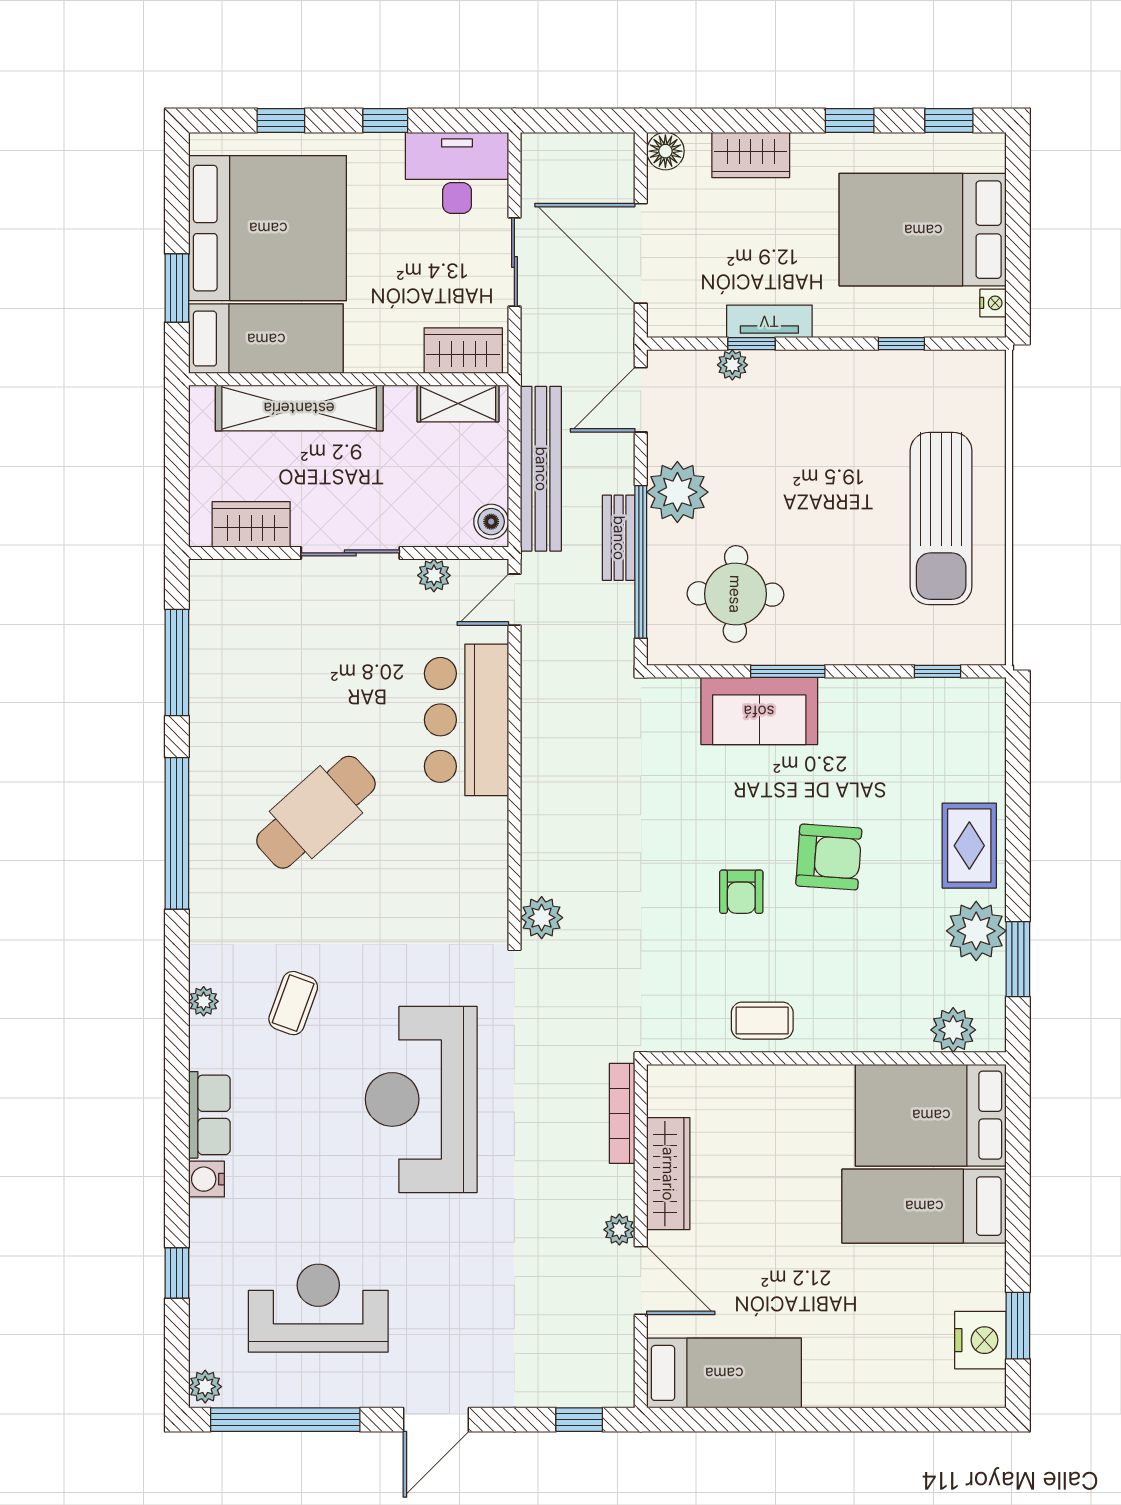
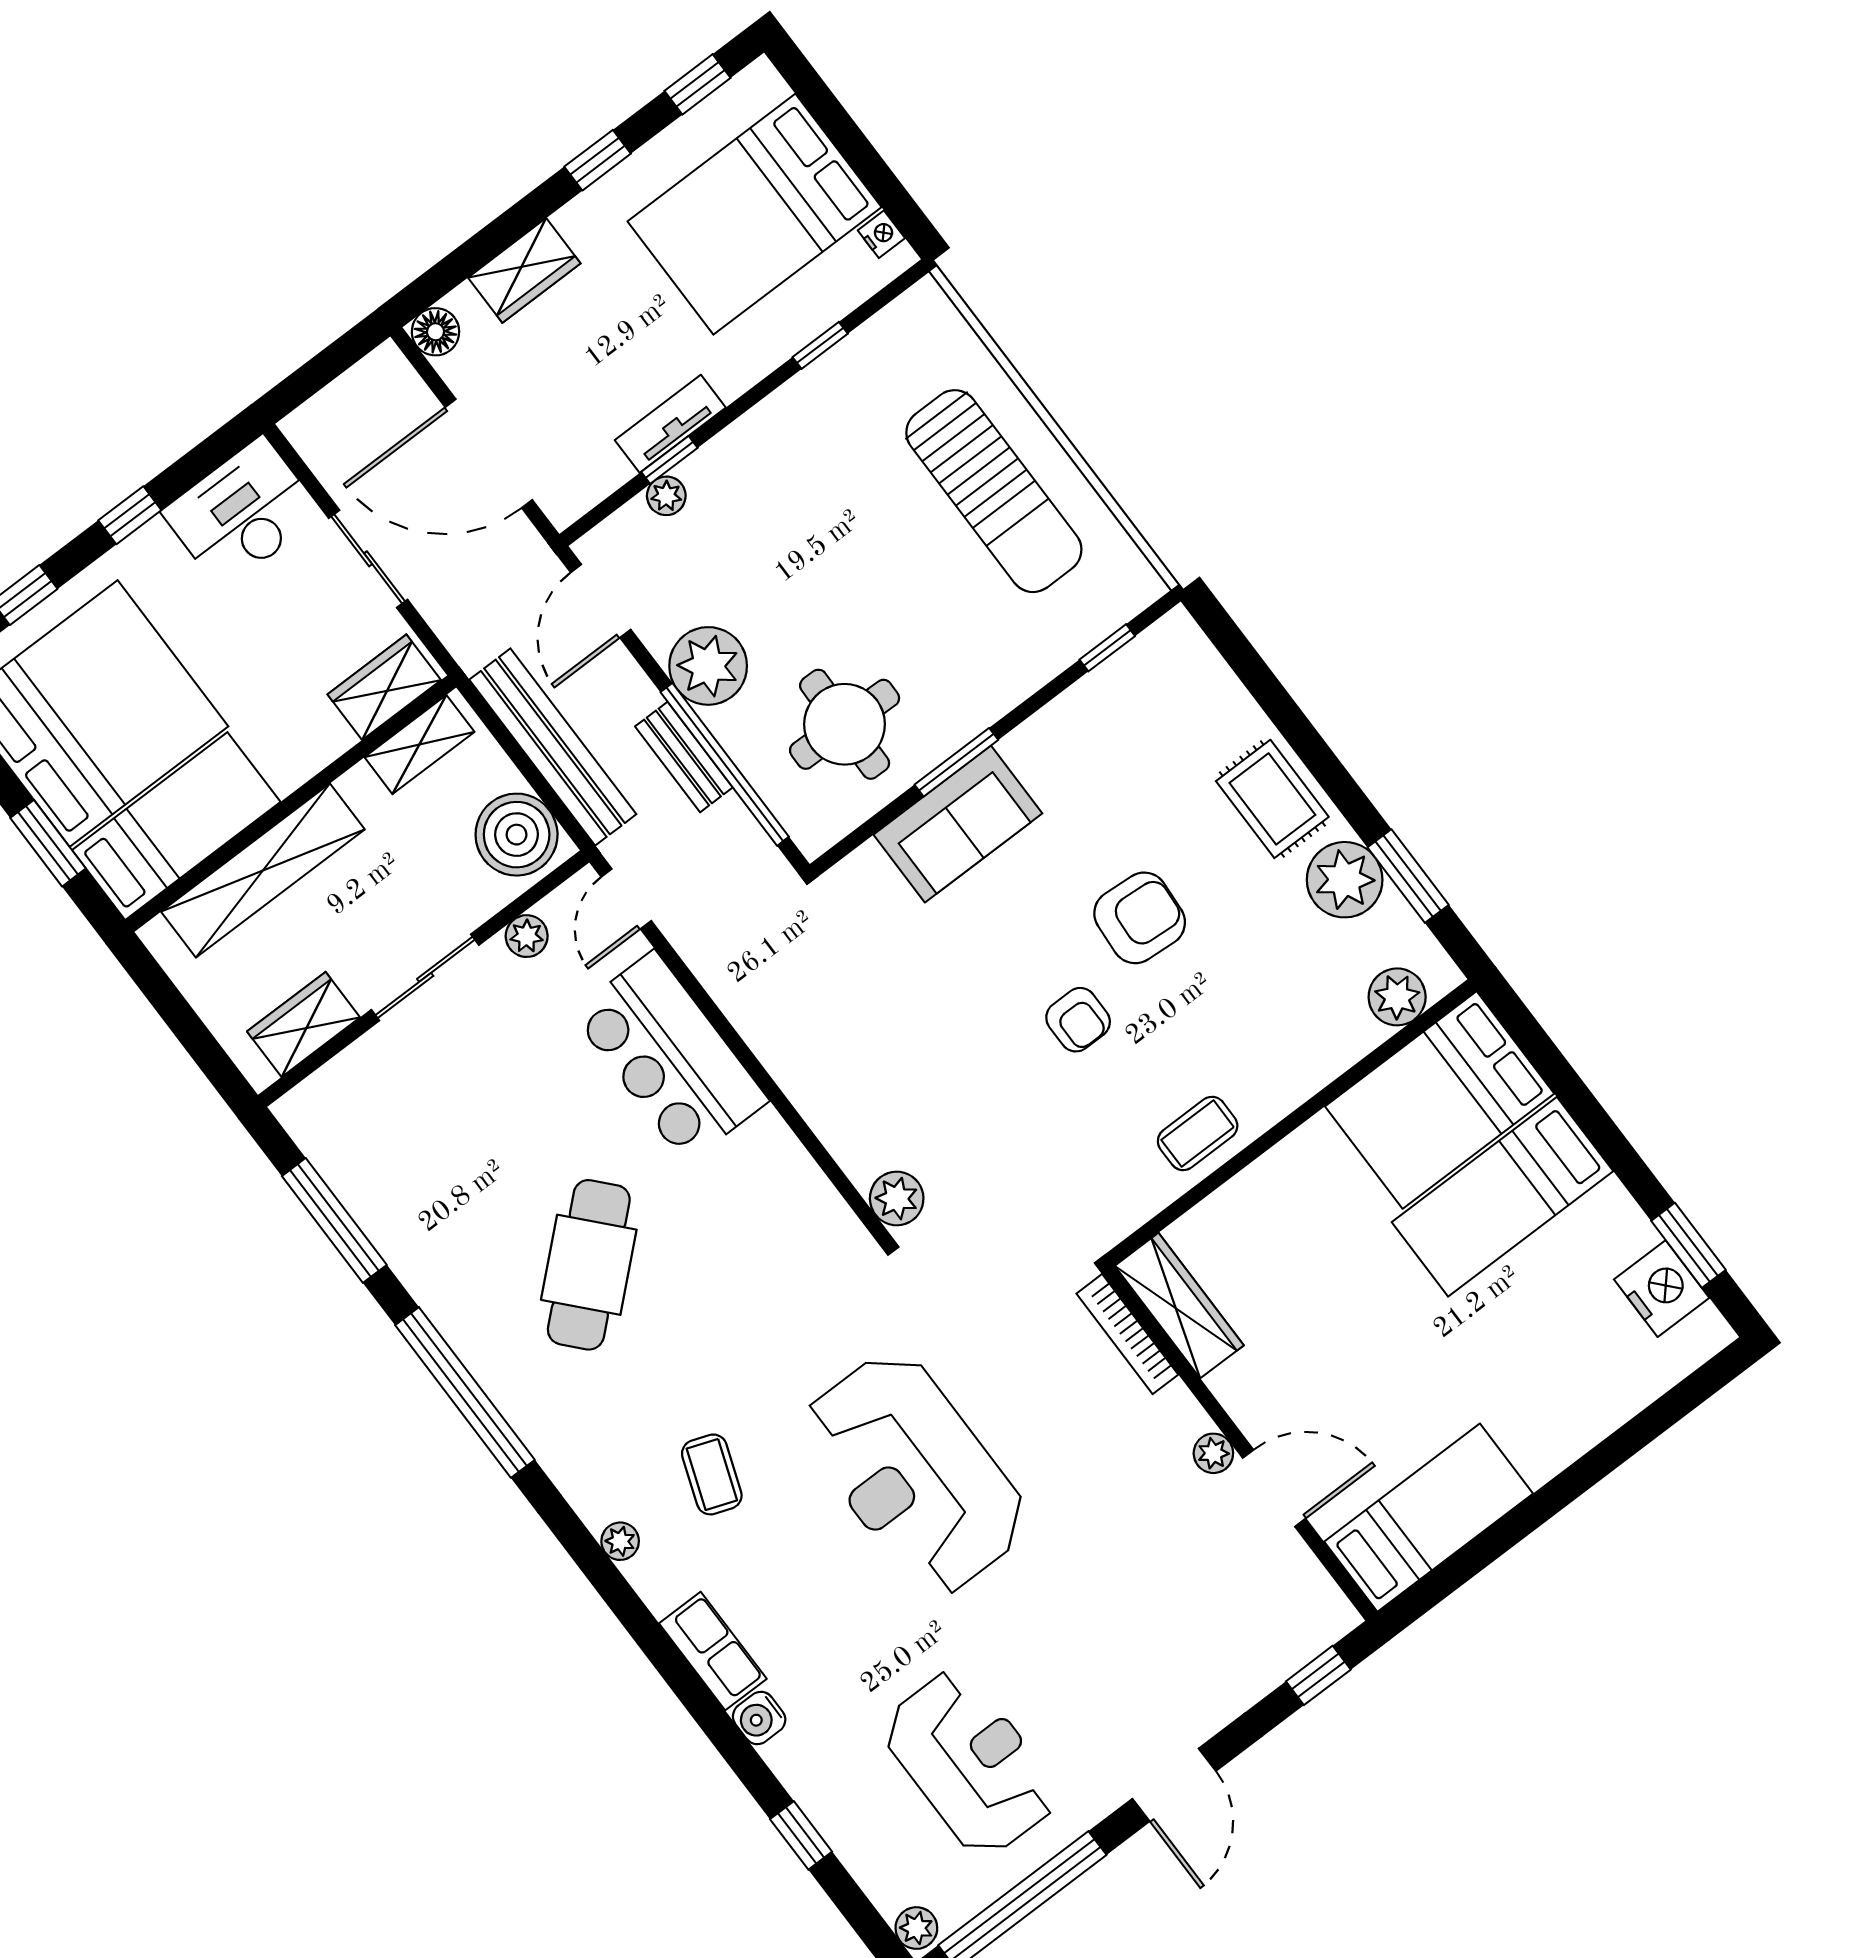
boiler: (491, 522) -> (517, 835), width x1.86, depth x1.86
wardrobe: (668, 1174) -> (1179, 1306), moved
reception desk: (318, 1308) -> (970, 1763), turned 90

